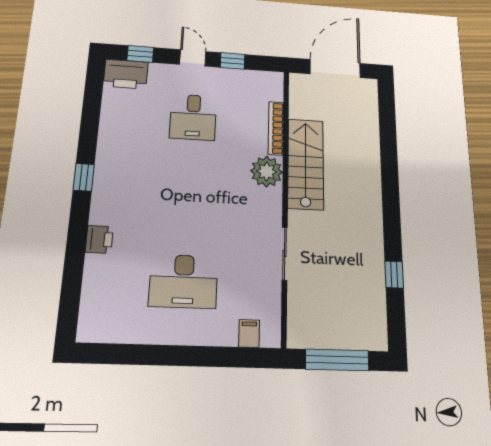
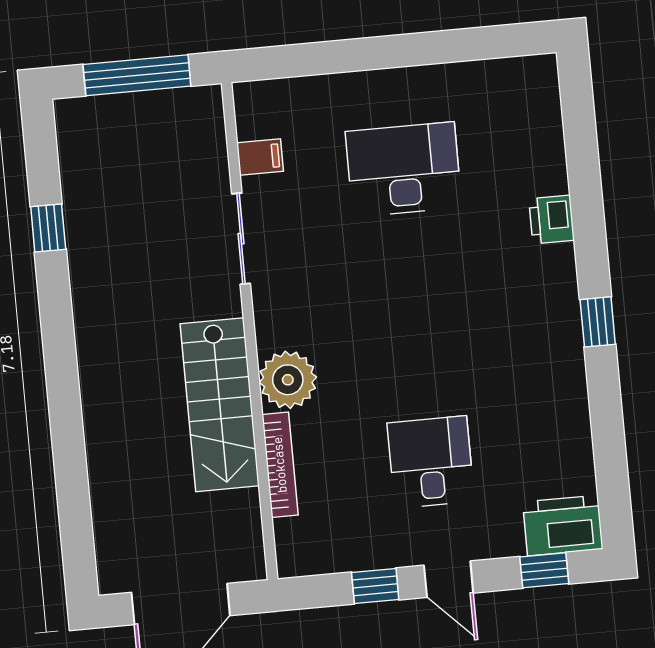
filing cabinet: (249, 334) -> (260, 157), moved, turned -90

